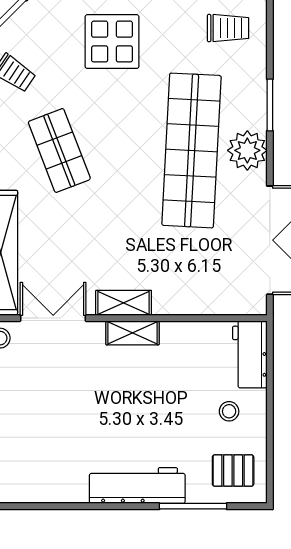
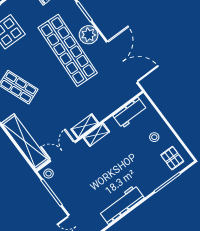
workbench: (250, 354) -> (130, 113), moved, turned -90
pallet: (233, 471) -> (172, 158), turned 90
workbench: (137, 486) -> (122, 205), moved

